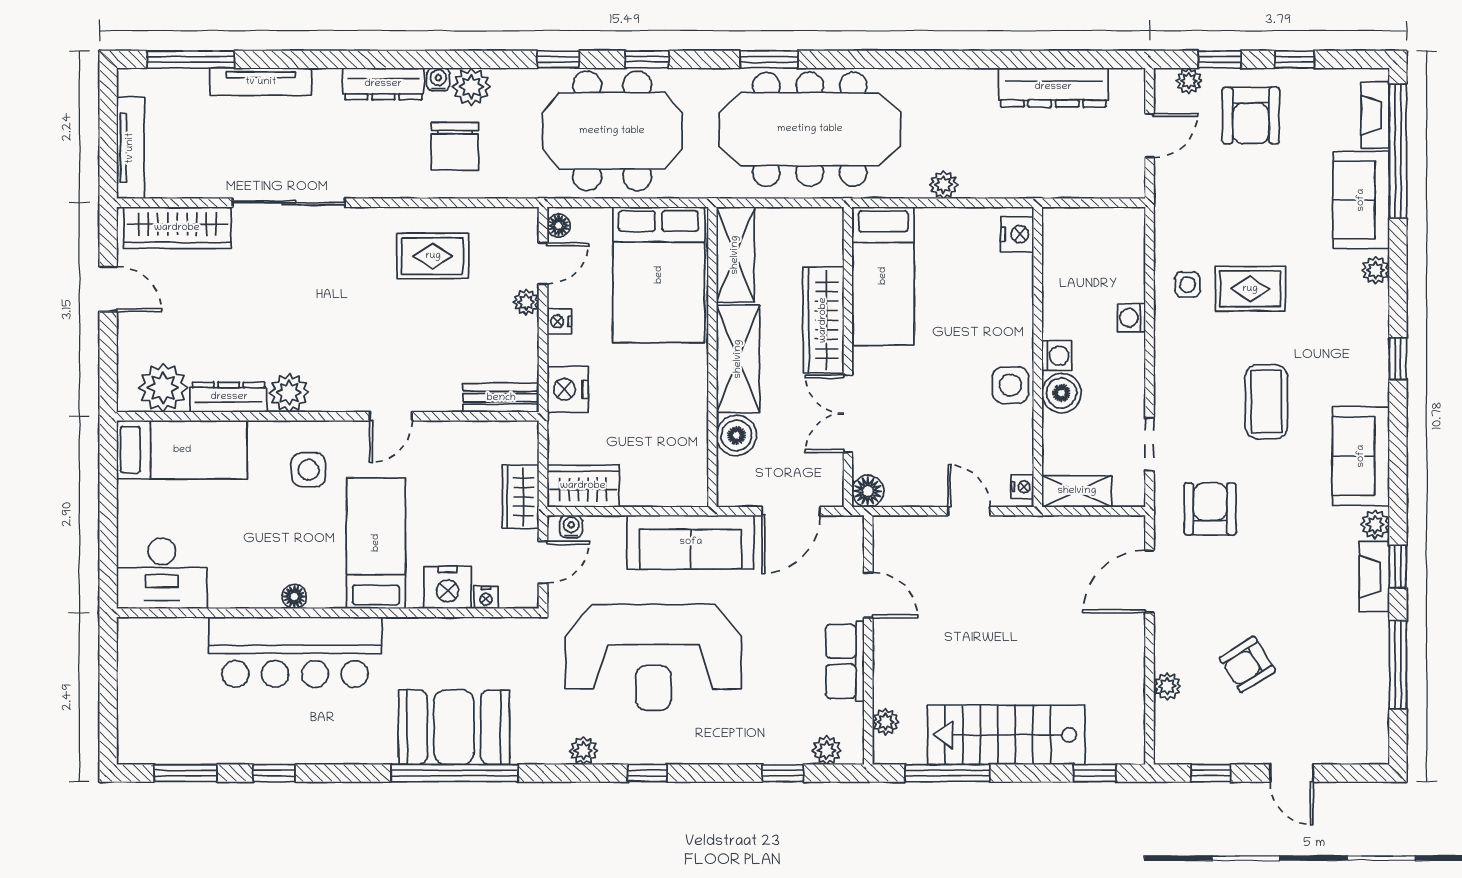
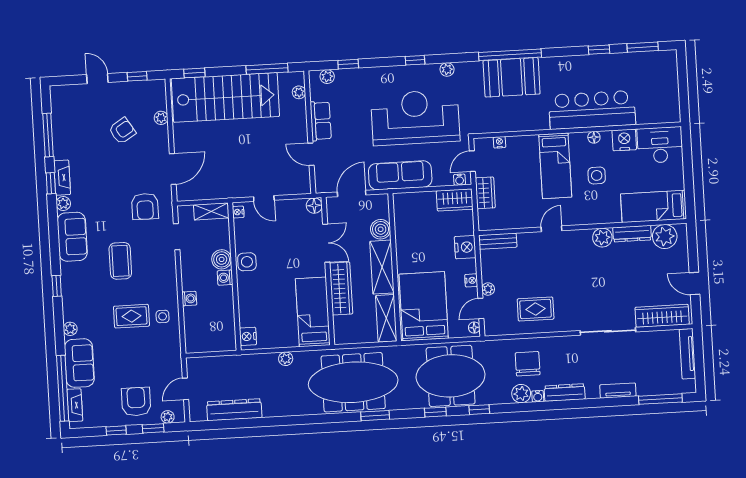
tv unit: (261, 82) -> (618, 391), width x0.71
side table: (308, 470) -> (597, 175), moved
nightstand: (448, 587) -> (624, 140), moved
stairs: (1006, 735) -> (225, 97), width x1.36, depth x1.51

